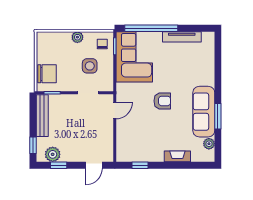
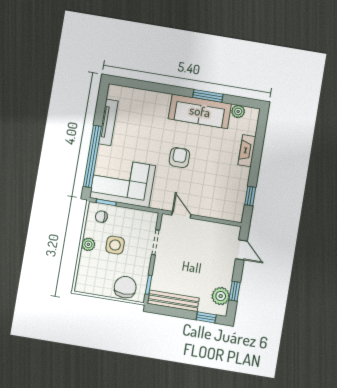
side table: (90, 66) -> (115, 245), moved

